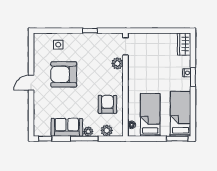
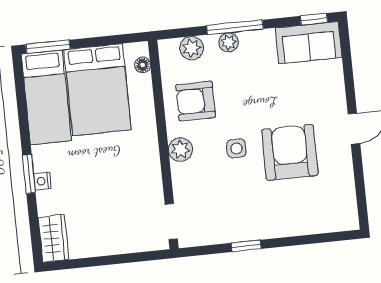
side table: (58, 45) -> (236, 148), moved
plant: (117, 63) -> (180, 150), moved
armchair: (64, 74) -> (290, 152), turned -90
armchair: (107, 104) -> (196, 101), turned 90
bed: (150, 115) -> (98, 90), width x1.50
sofa: (67, 127) -> (309, 43), moved

